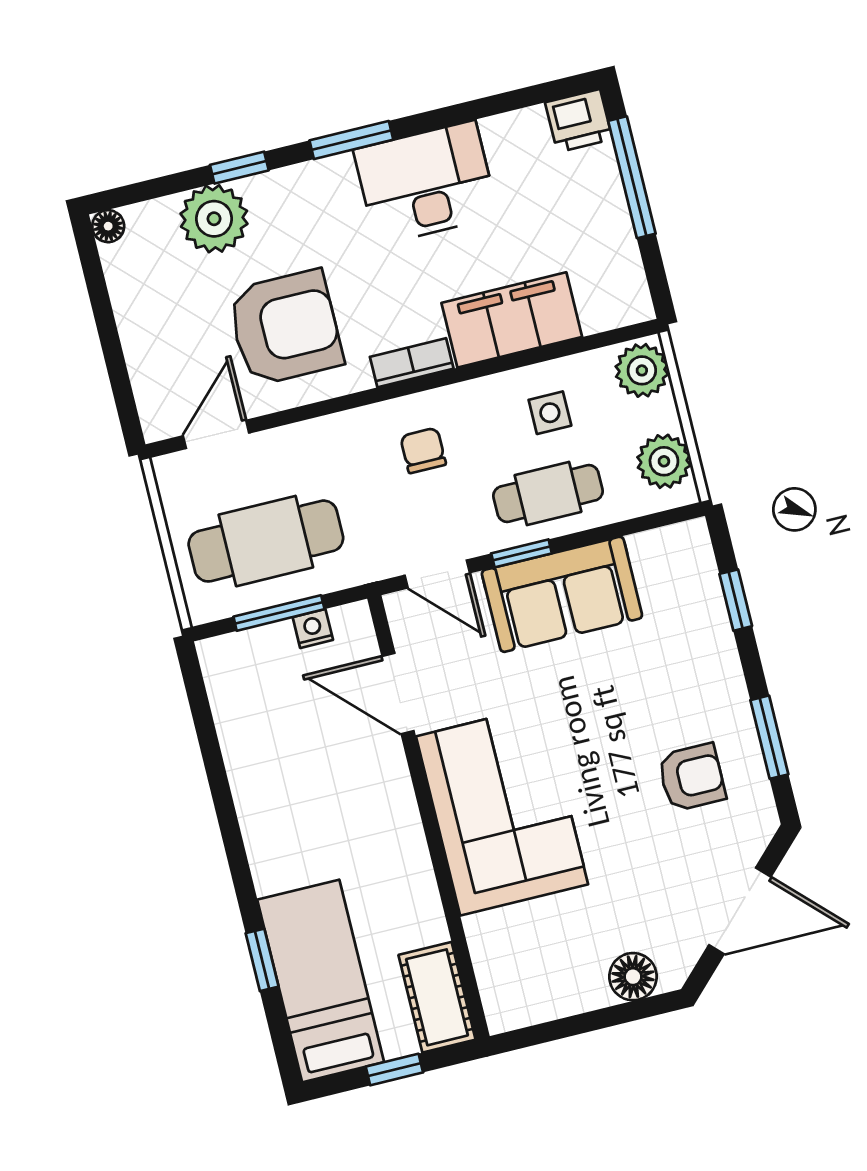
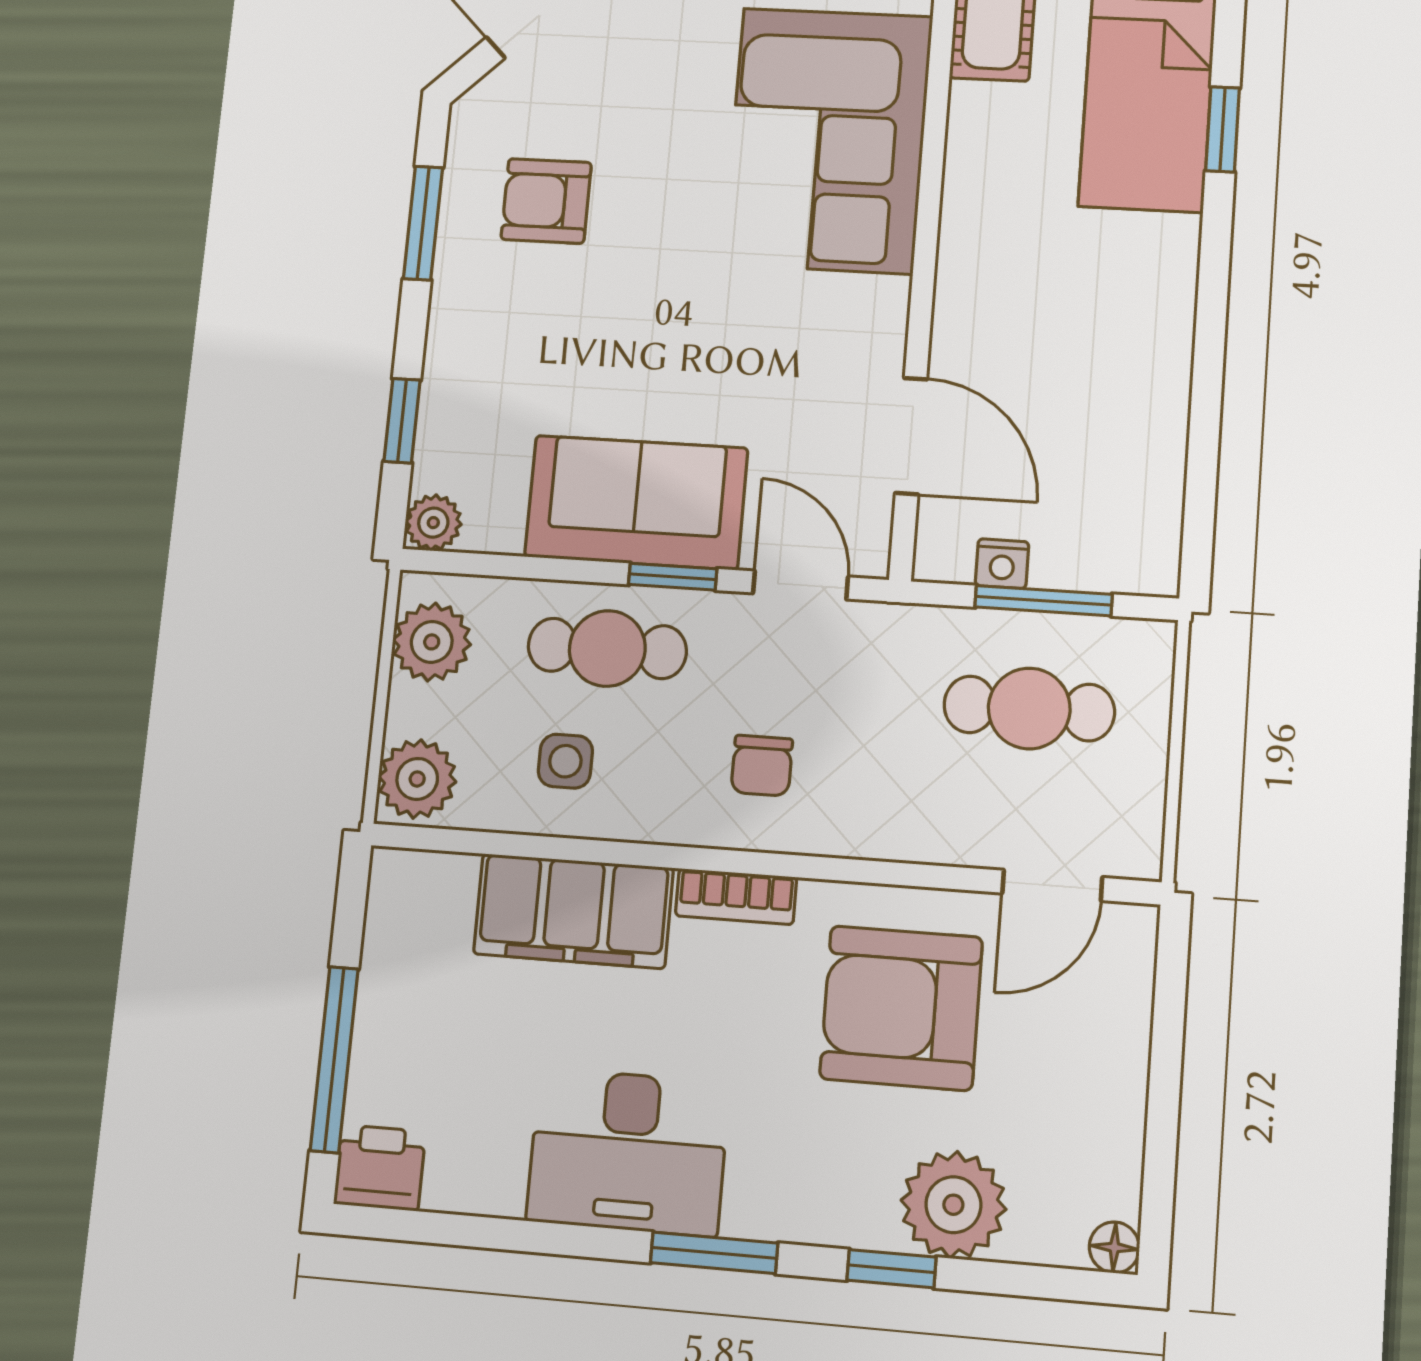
plant: (691, 539) -> (433, 523), added
cafe table: (266, 541) -> (1029, 708), width x0.73, depth x0.74
corner sofa: (502, 810) -> (828, 140), moved

